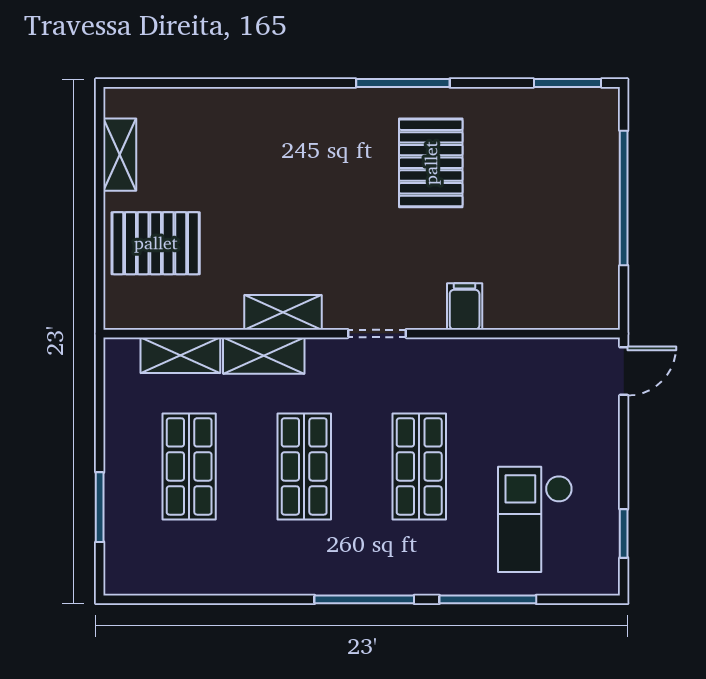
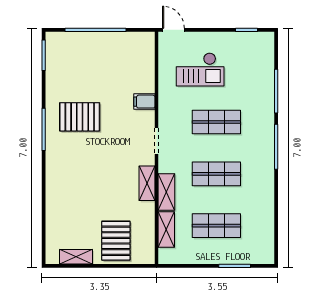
checkout: (535, 519) -> (200, 69), moved

